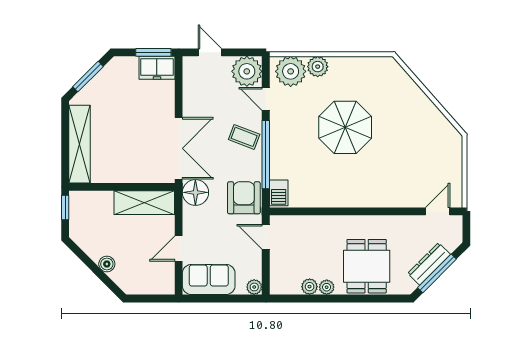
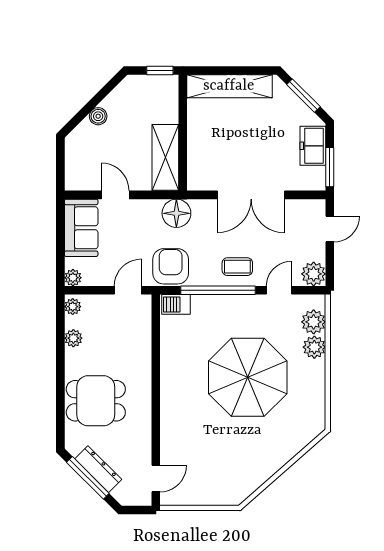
freezer: (157, 68) -> (313, 146), moved
plant: (247, 71) -> (314, 274), width x0.73, depth x0.73
plant: (291, 71) -> (314, 322), width x0.73, depth x0.73
parasol: (345, 127) -> (248, 377), width x1.36, depth x1.36
coffee table: (244, 137) -> (237, 267), turned 69
double door: (179, 148) -> (251, 195), moved
armchair: (244, 198) -> (171, 266), turned -90
door: (438, 211) -> (156, 478), hinge flipped
plant: (327, 287) -> (73, 307), moved

